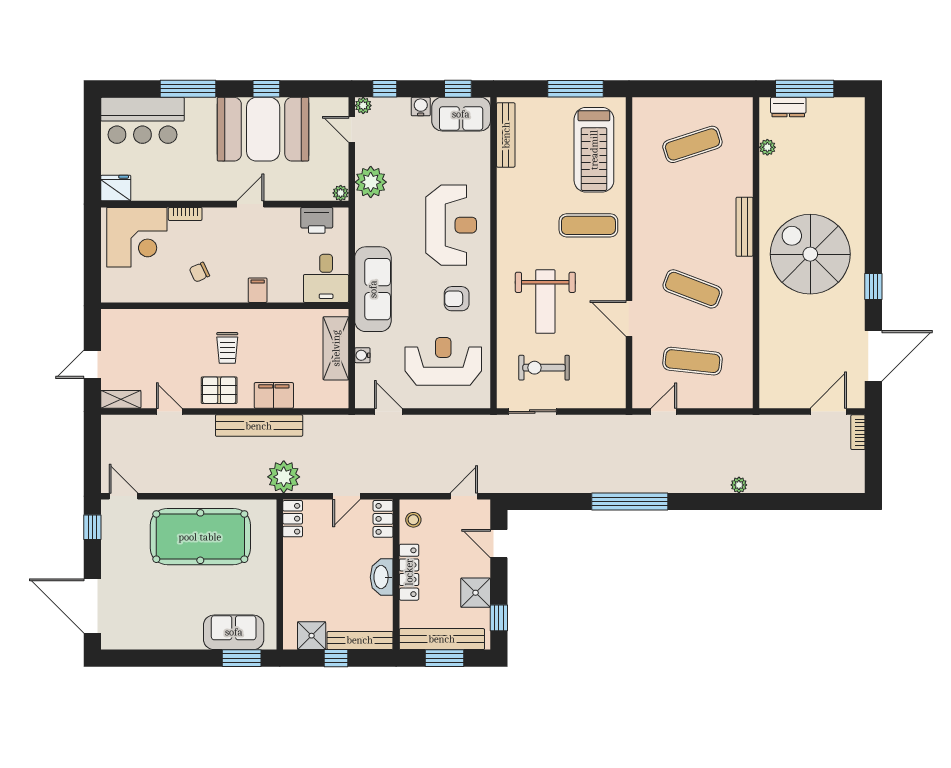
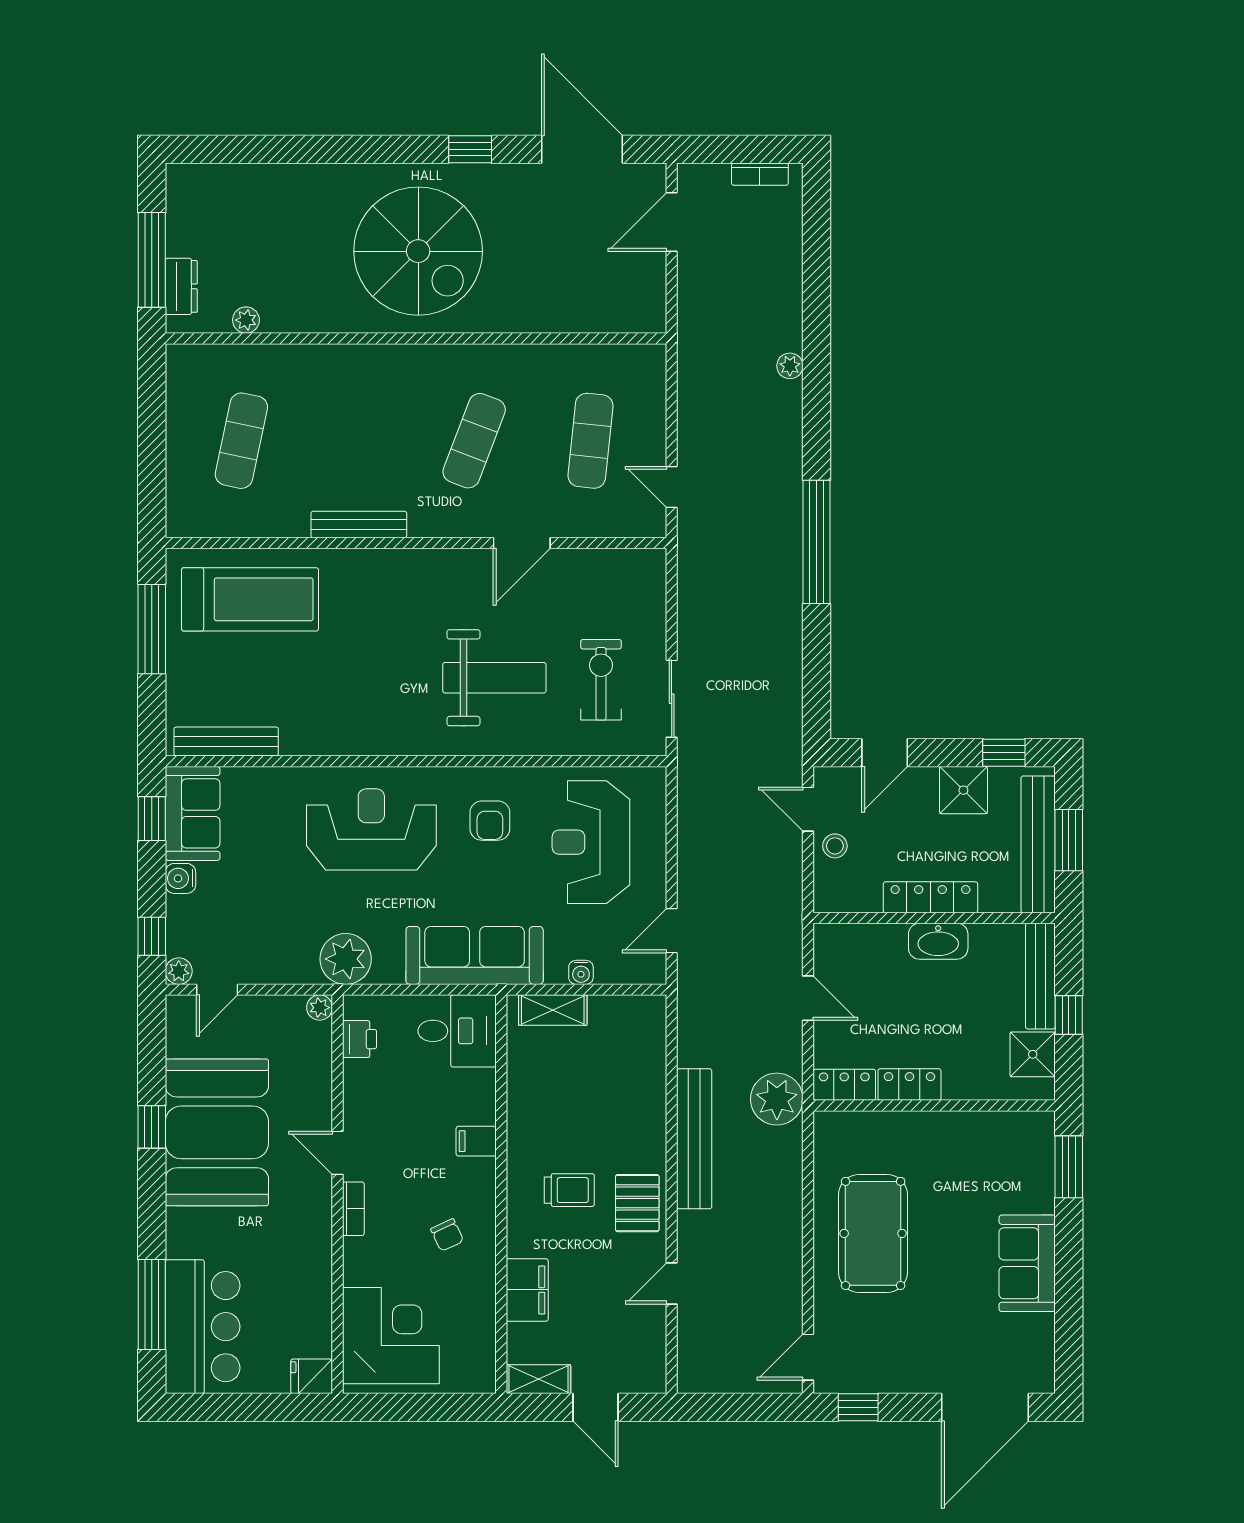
window: (188, 89) -> (152, 1305), moved
exercise mat: (692, 144) -> (241, 441), turned 30
plant: (371, 182) -> (346, 959), moved
fridge: (116, 188) -> (312, 1376), width x0.72
bookcase: (185, 214) -> (353, 1209), moved
printer: (317, 220) -> (360, 1039), width x0.73, depth x0.81
exercise mat: (588, 225) -> (372, 608), removed
bench: (744, 227) -> (359, 524), moved
spiral stairs: (810, 254) -> (418, 251), turned -90
shelving: (336, 348) -> (553, 1010), width x0.67, depth x0.75
exercise bike: (544, 368) -> (601, 680), turned 180
filing cabinet: (274, 395) -> (527, 1290), moved, turned 180
shelving: (121, 399) -> (538, 1379), moved, turned 90
door: (828, 412) -> (672, 222), hinge flipped
bookcase: (858, 432) -> (760, 174), moved
locker: (383, 519) -> (909, 1085), moved, turned 180
stool: (413, 520) -> (835, 846), moved
pool table: (200, 537) -> (873, 1233), width x0.73, depth x0.76
sofa: (234, 632) -> (1027, 1263), moved

